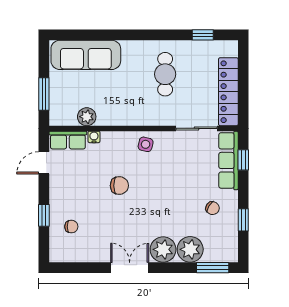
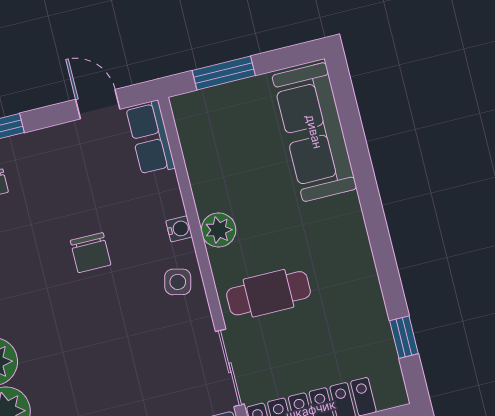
cafe table: (165, 74) -> (268, 293), moved
plant: (87, 117) -> (219, 230), moved
water cooler: (94, 137) -> (179, 229), moved

